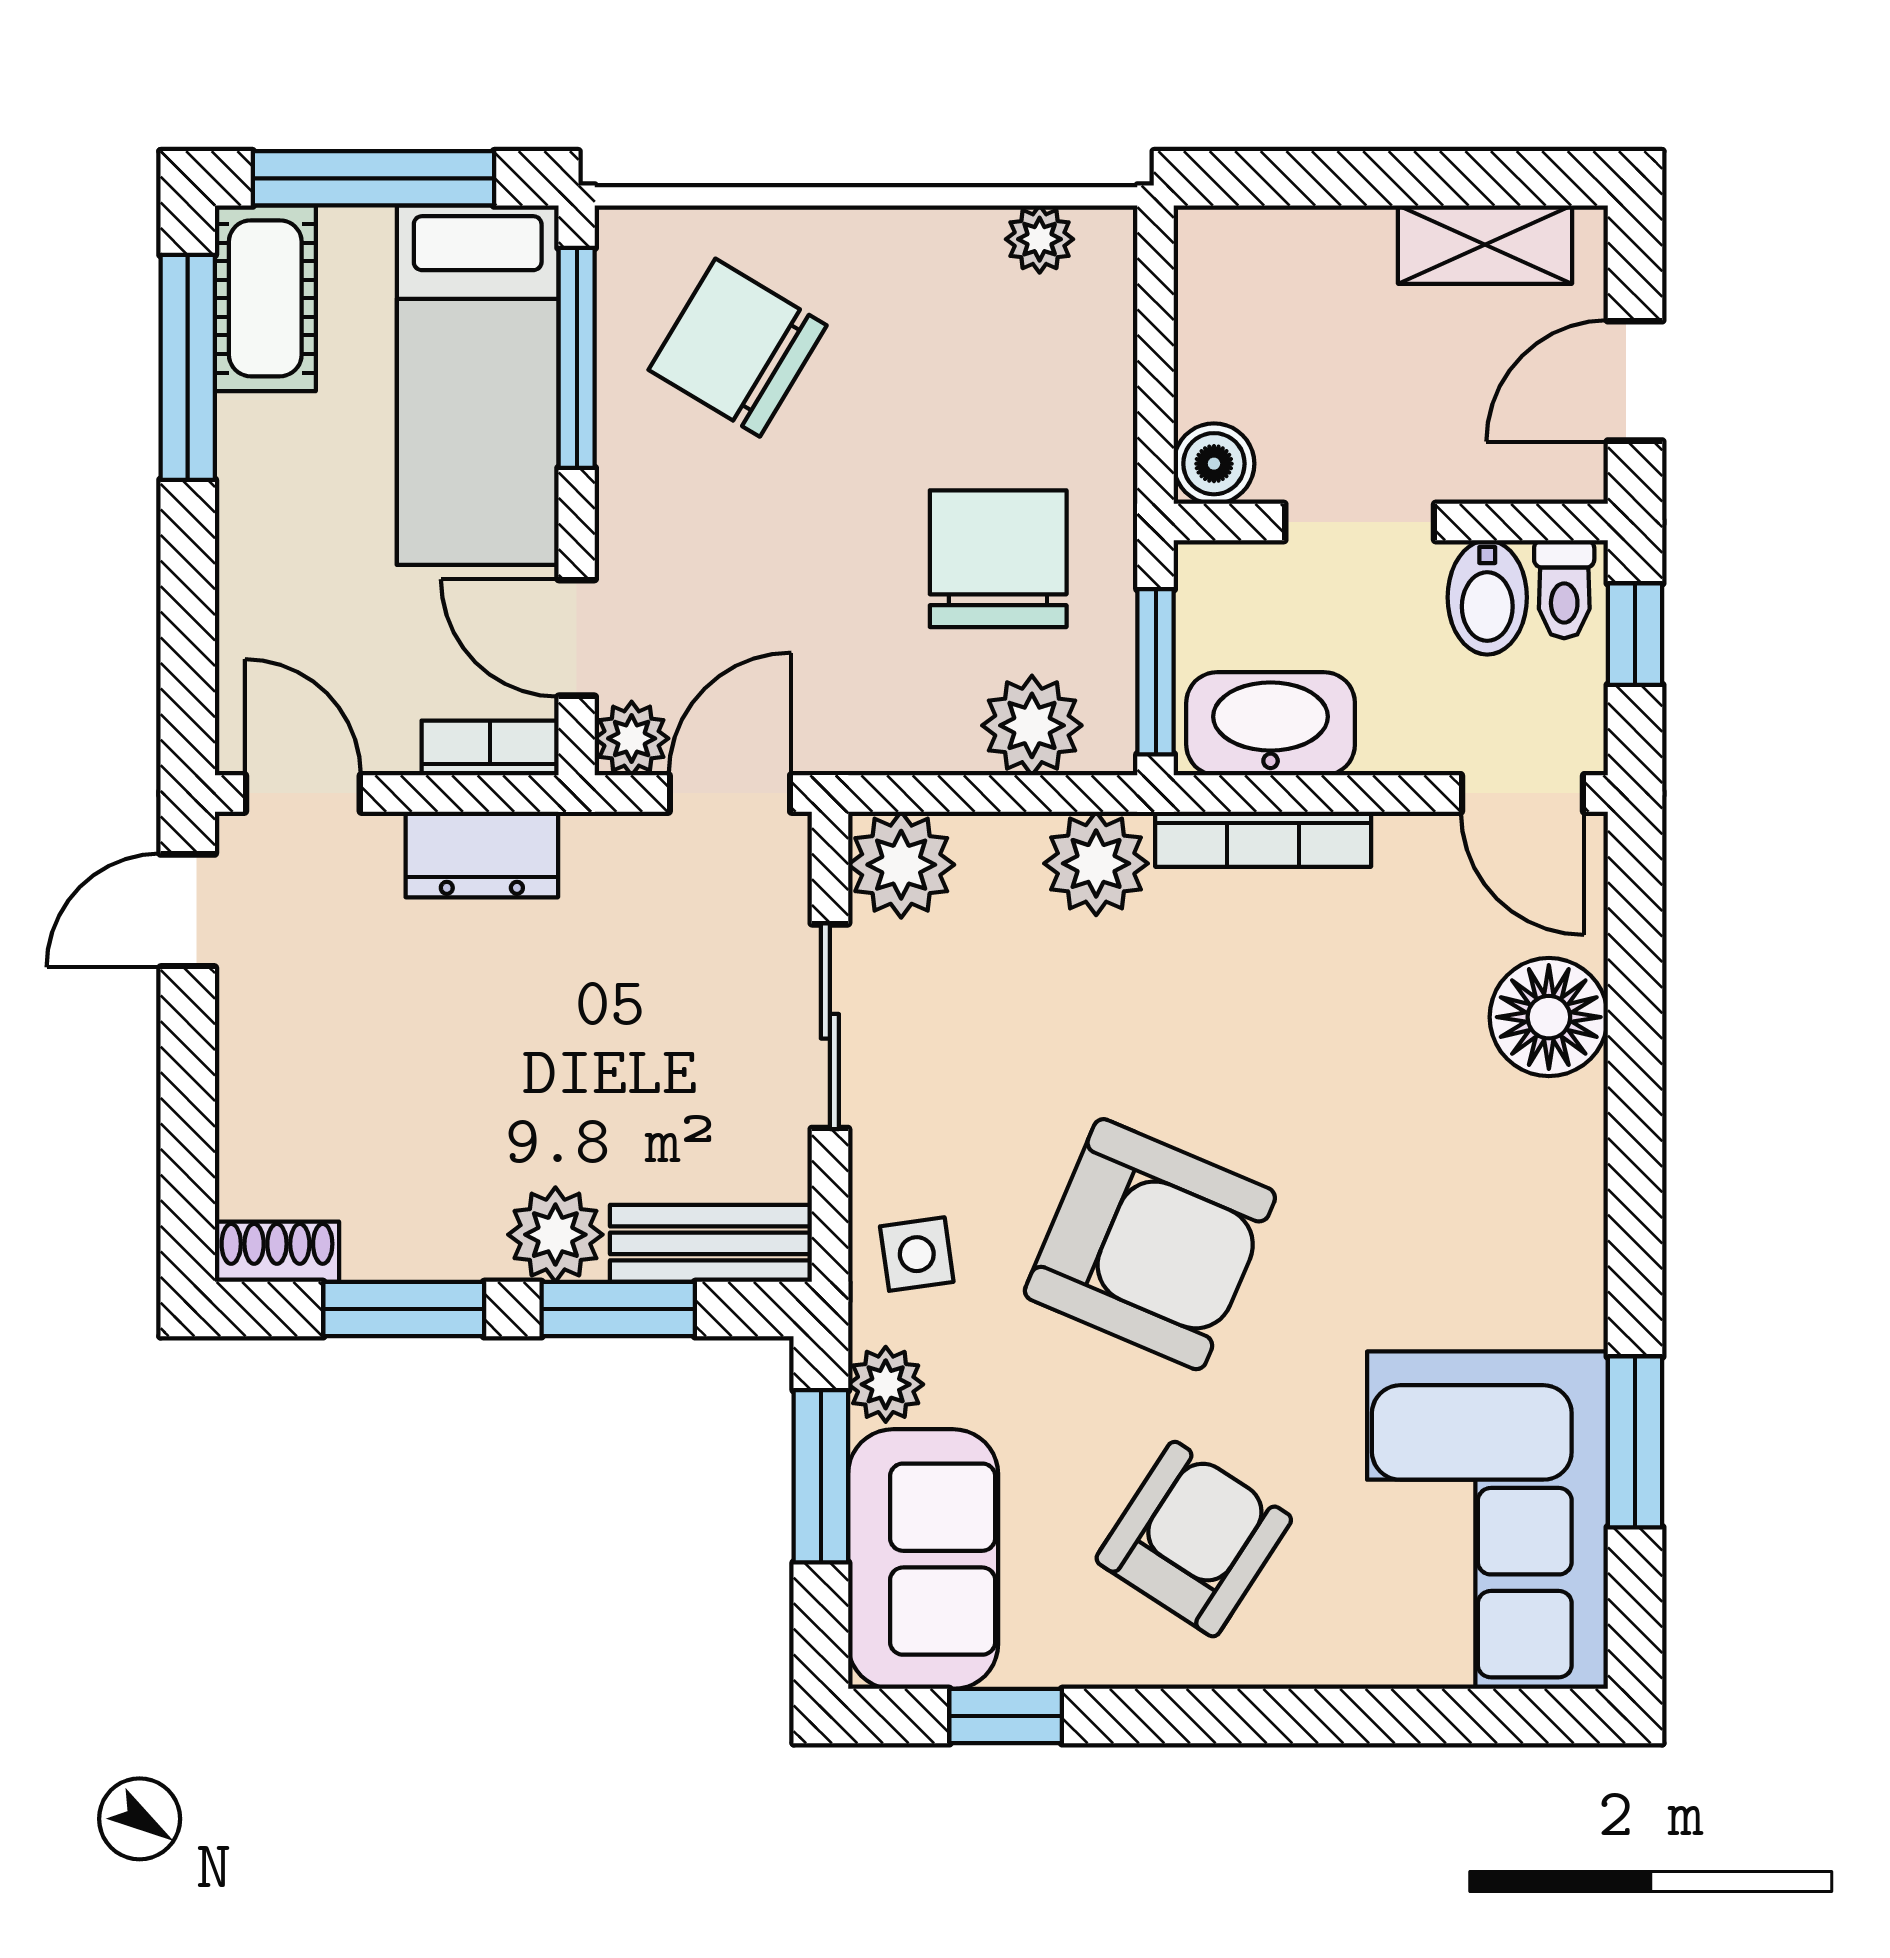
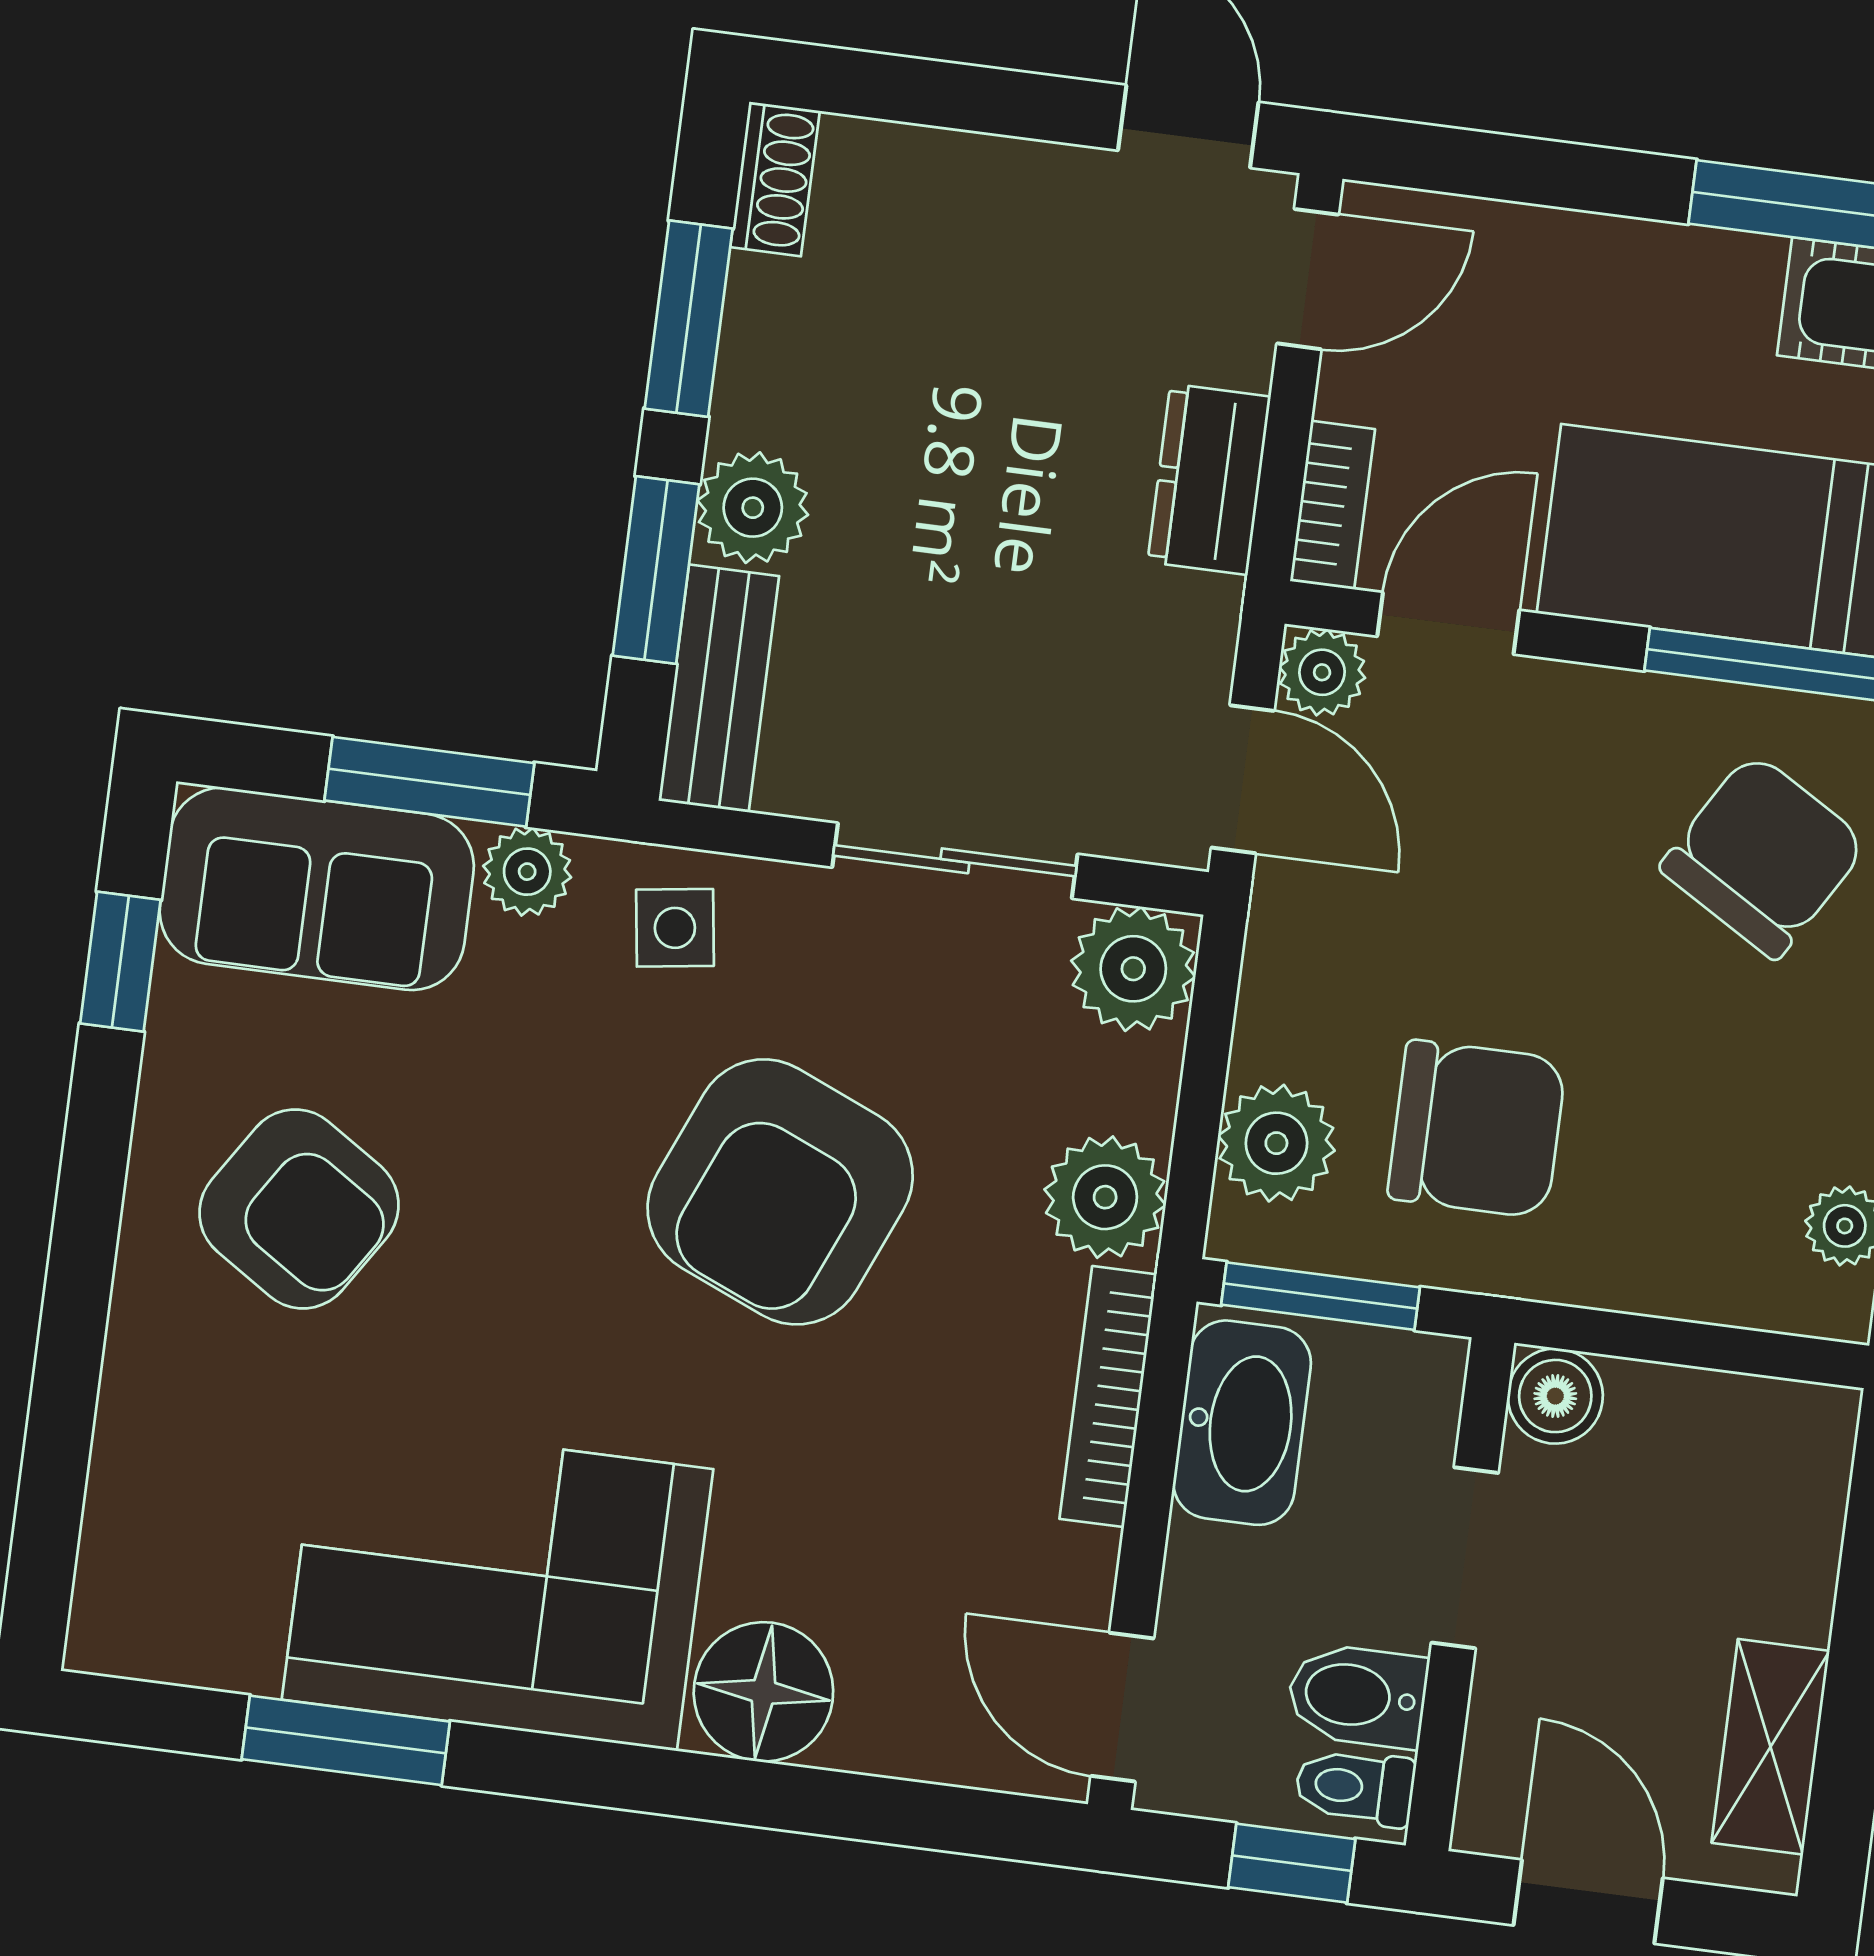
door: (1522, 793) -> (1122, 1707), hinge flipped
floor lamp: (1549, 1017) -> (763, 1692), moved
armchair: (1150, 1244) -> (780, 1192), moved
corner sofa: (1487, 1520) -> (498, 1584), moved

